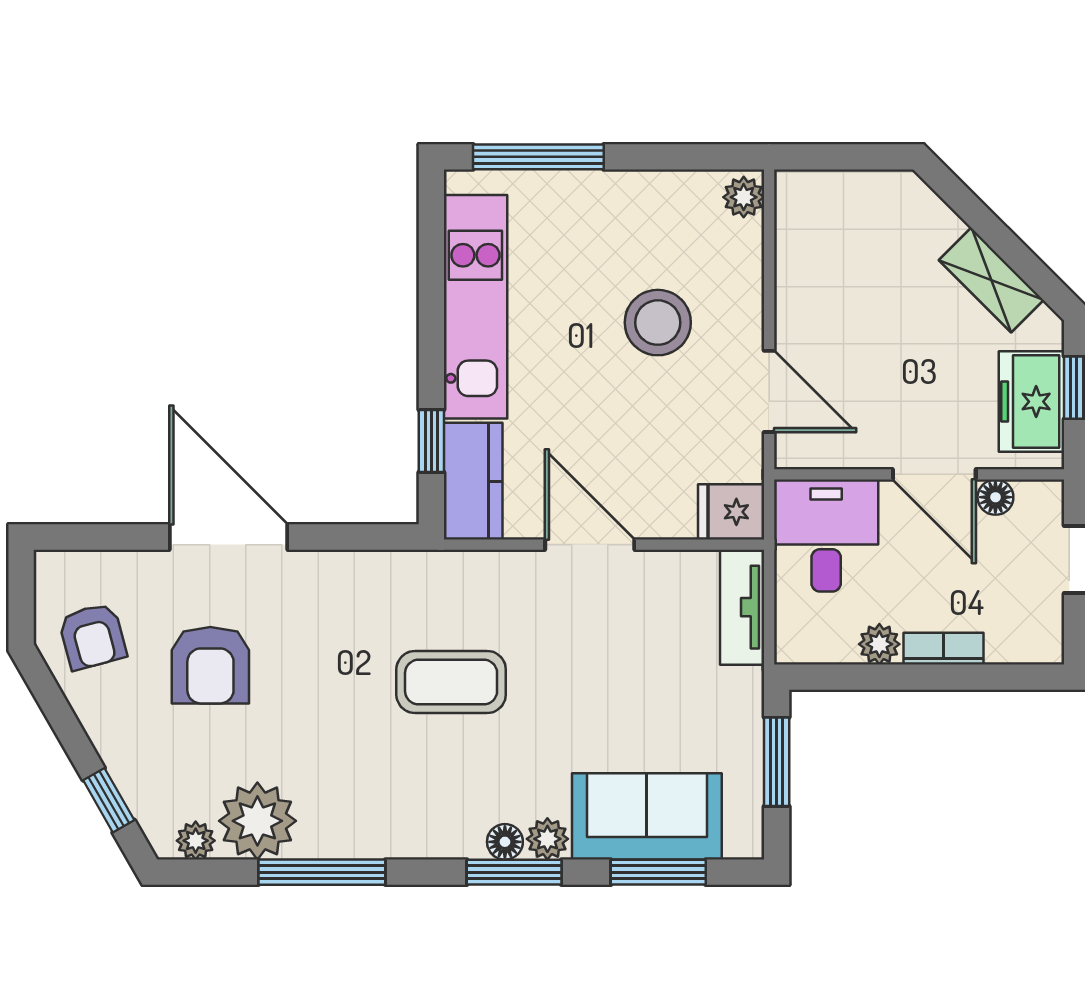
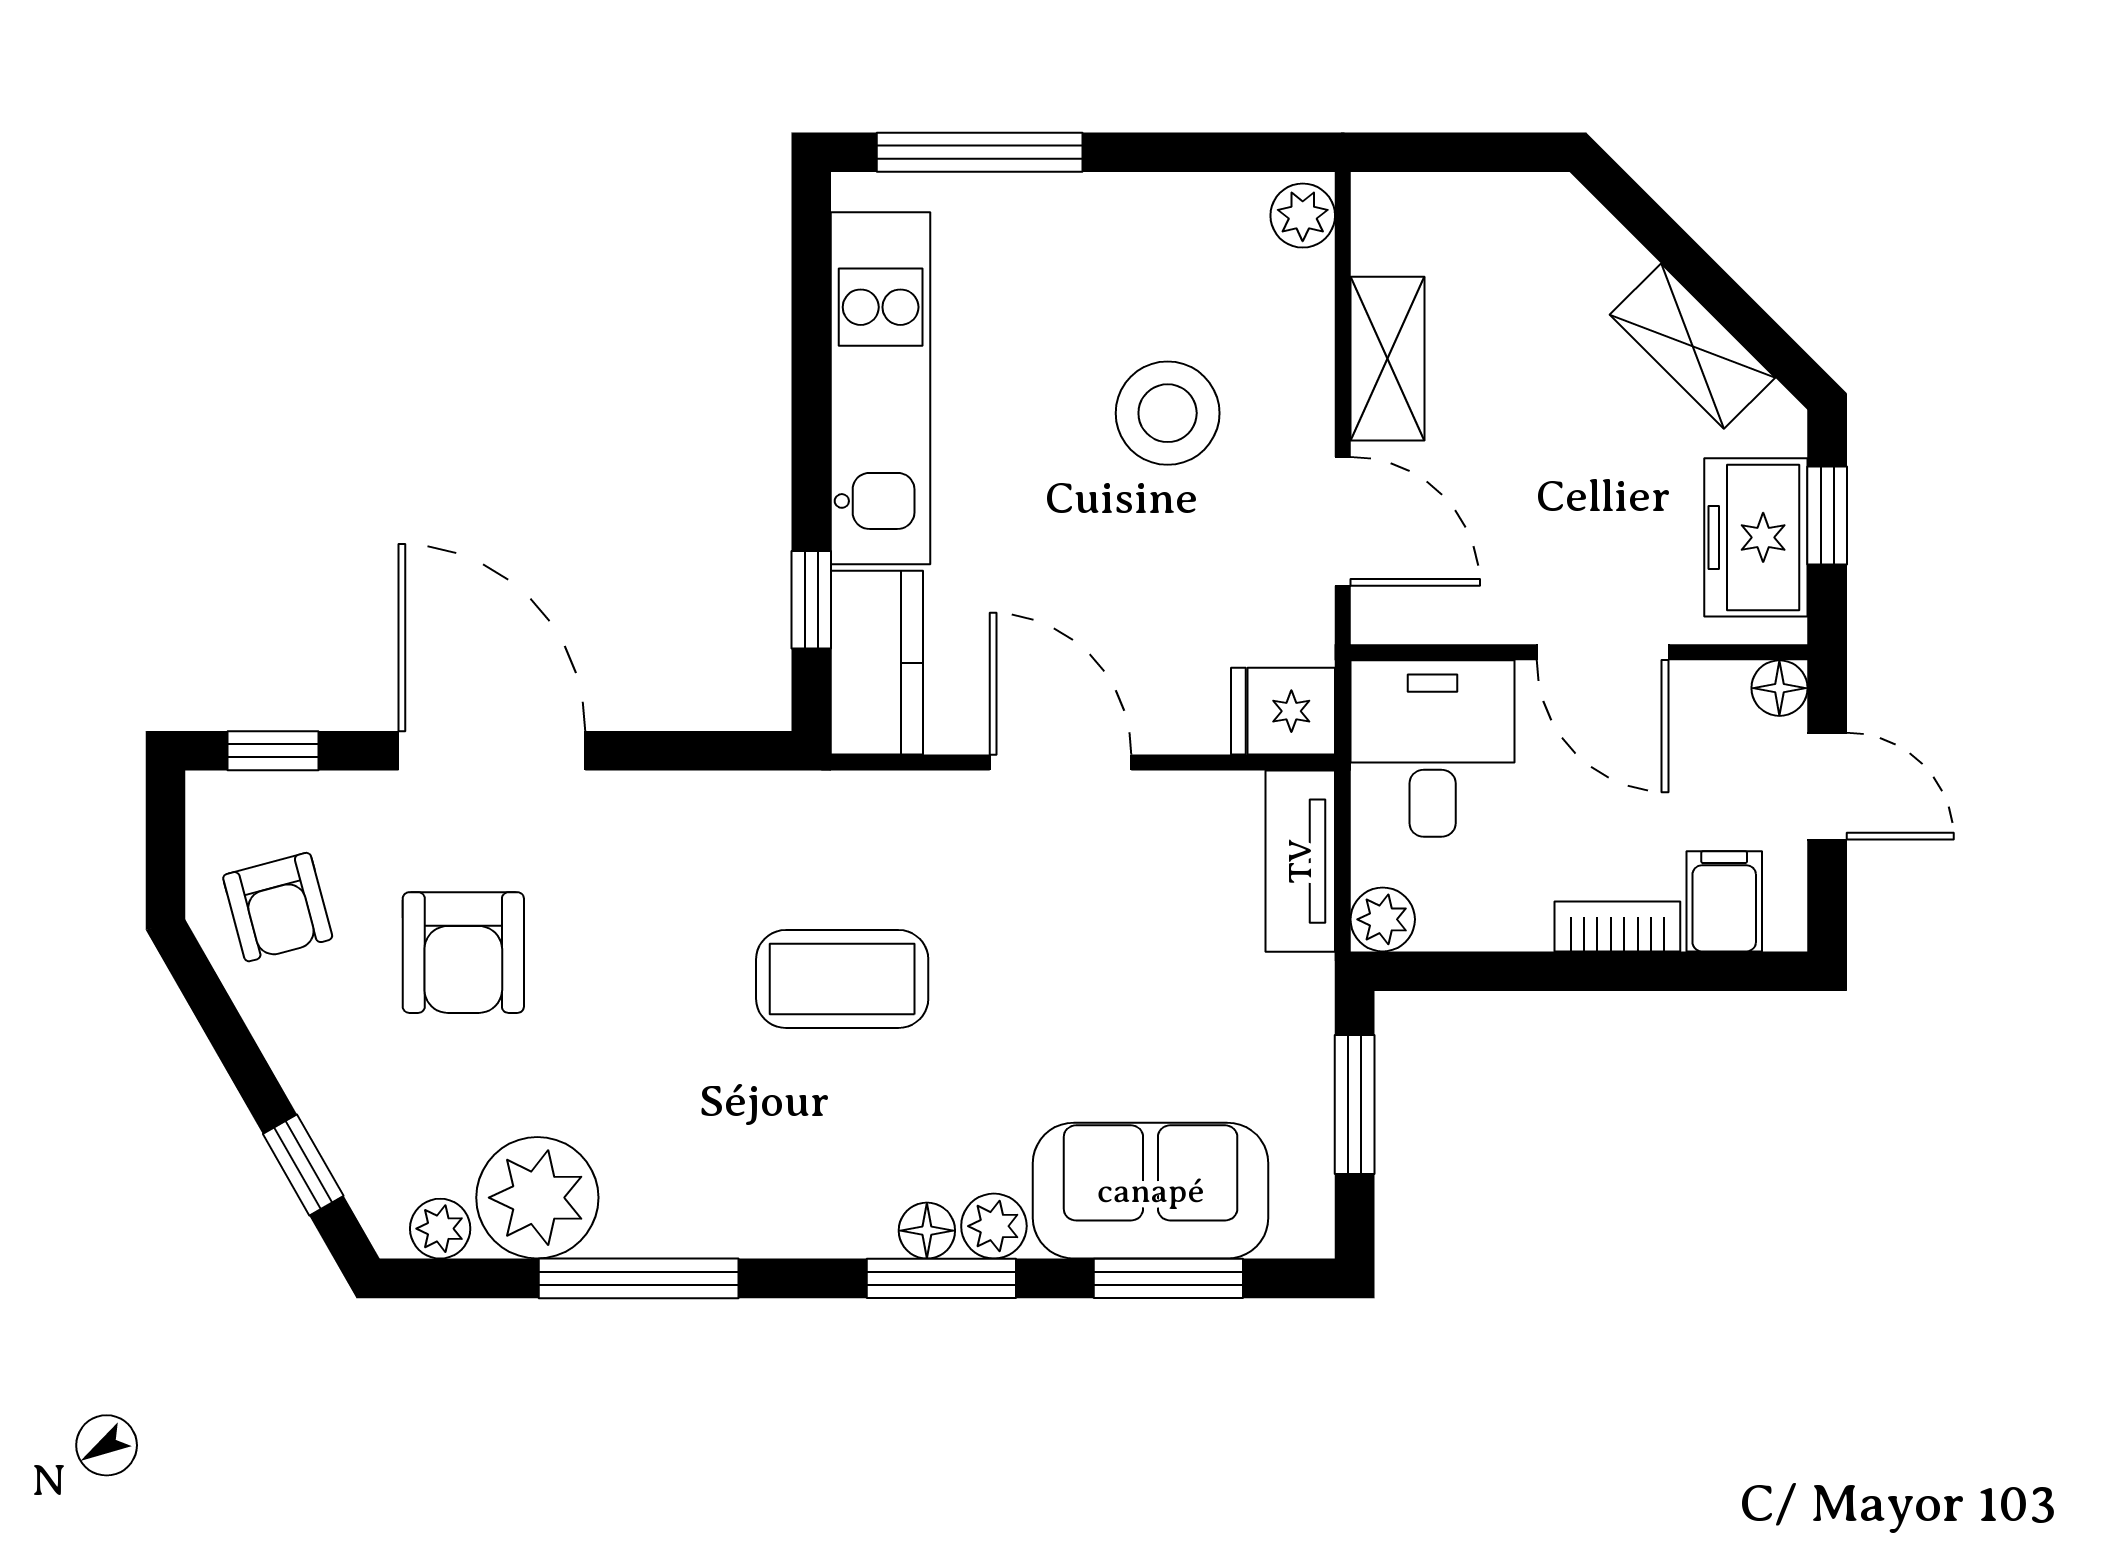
shelving: (798, 288) -> (1388, 359), added
floor lamp: (995, 497) -> (1779, 688), moved
window: (90, 537) -> (273, 751), added
filing cabinet: (1011, 633) -> (1724, 901), added
plant: (879, 644) -> (1383, 919), moved

